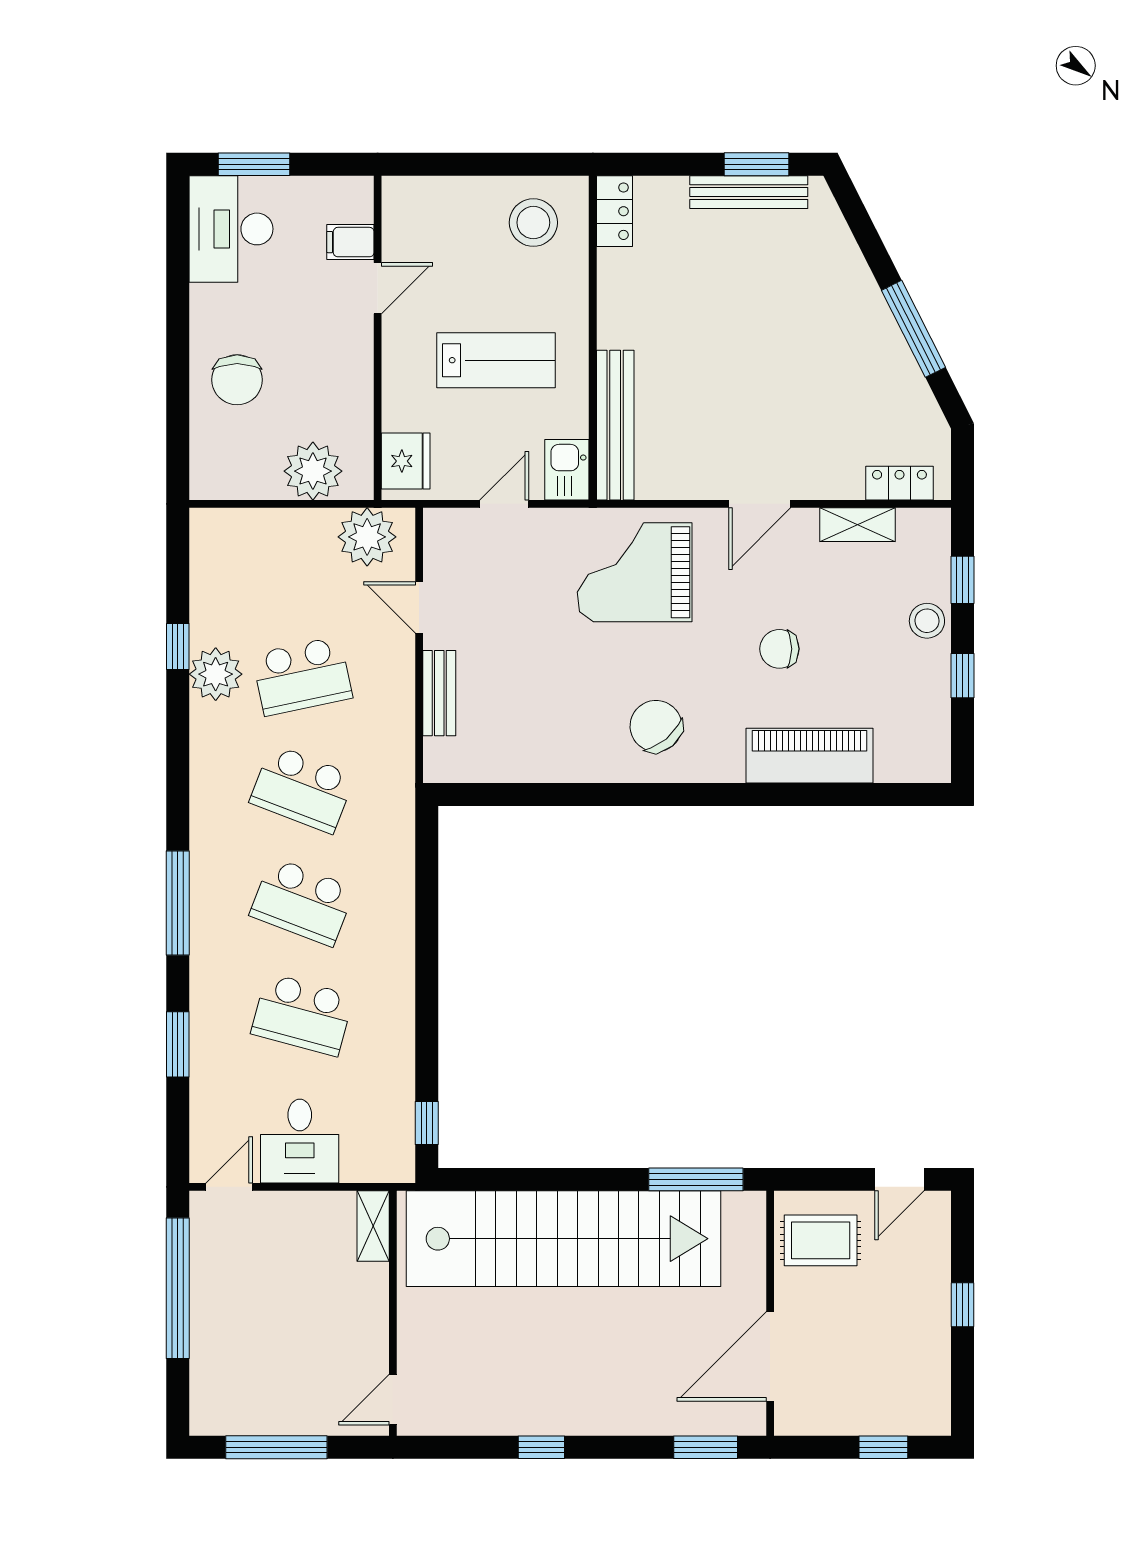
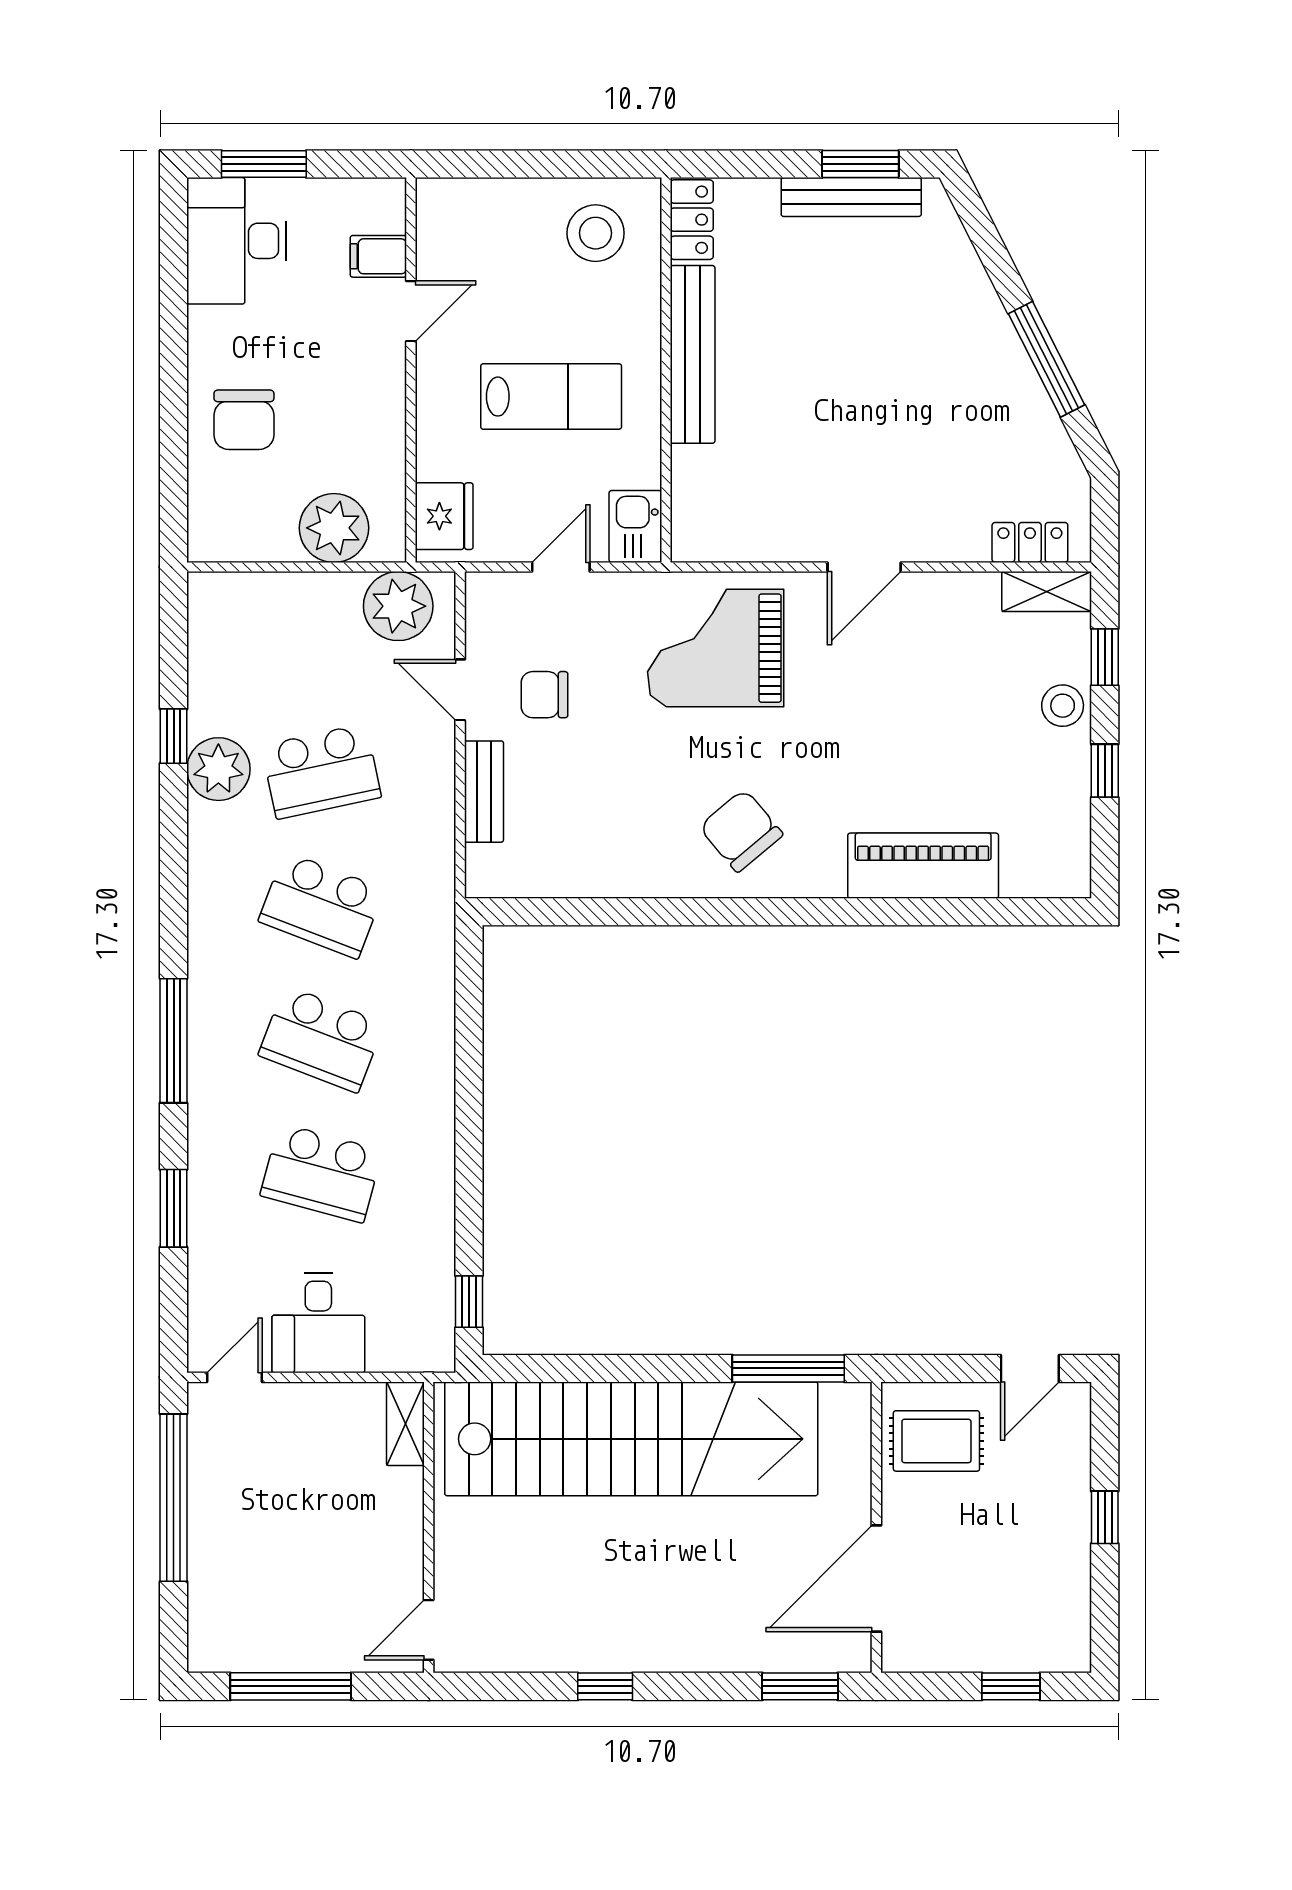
bench: (615, 425) -> (693, 354), moved
shelving: (857, 525) -> (1047, 592), moved
chair: (779, 649) -> (544, 695), moved

